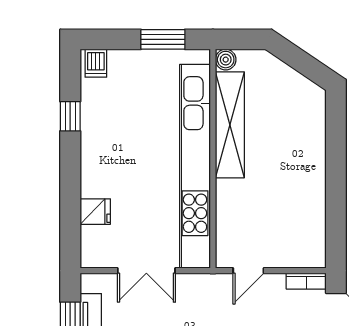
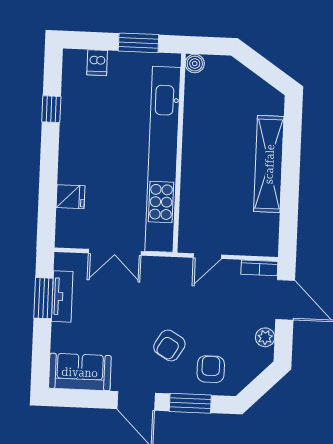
dishwasher: (96, 63) -> (97, 63), moved
shelving: (230, 125) -> (269, 164), moved

